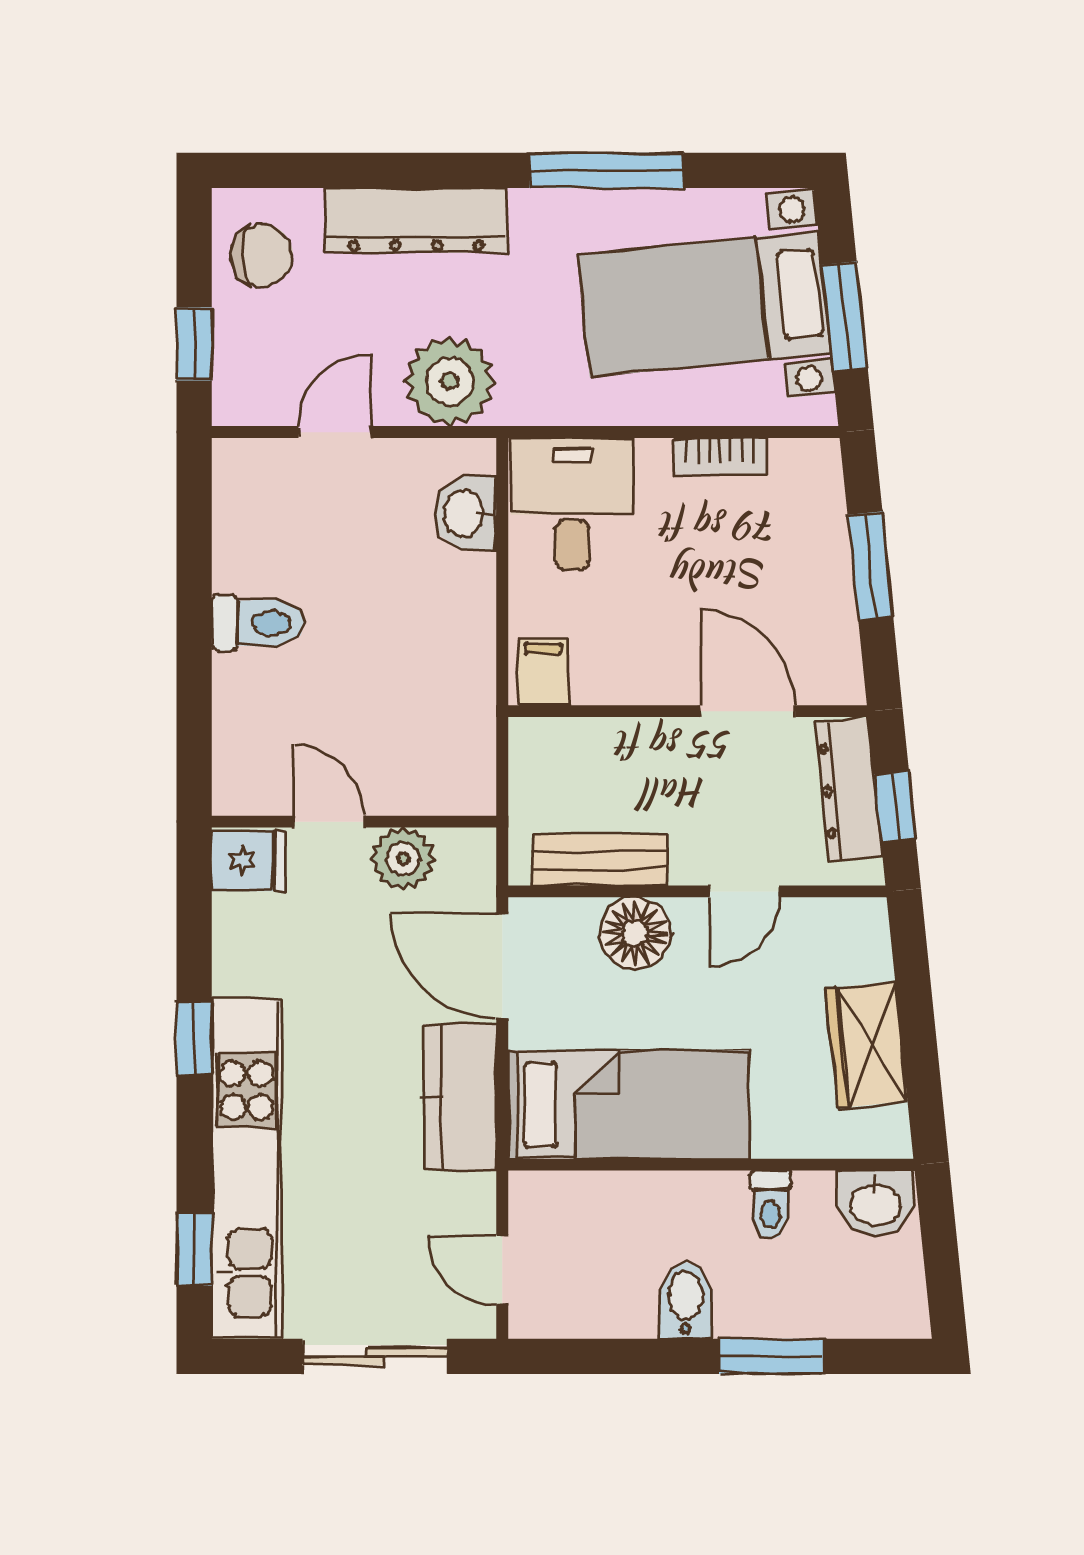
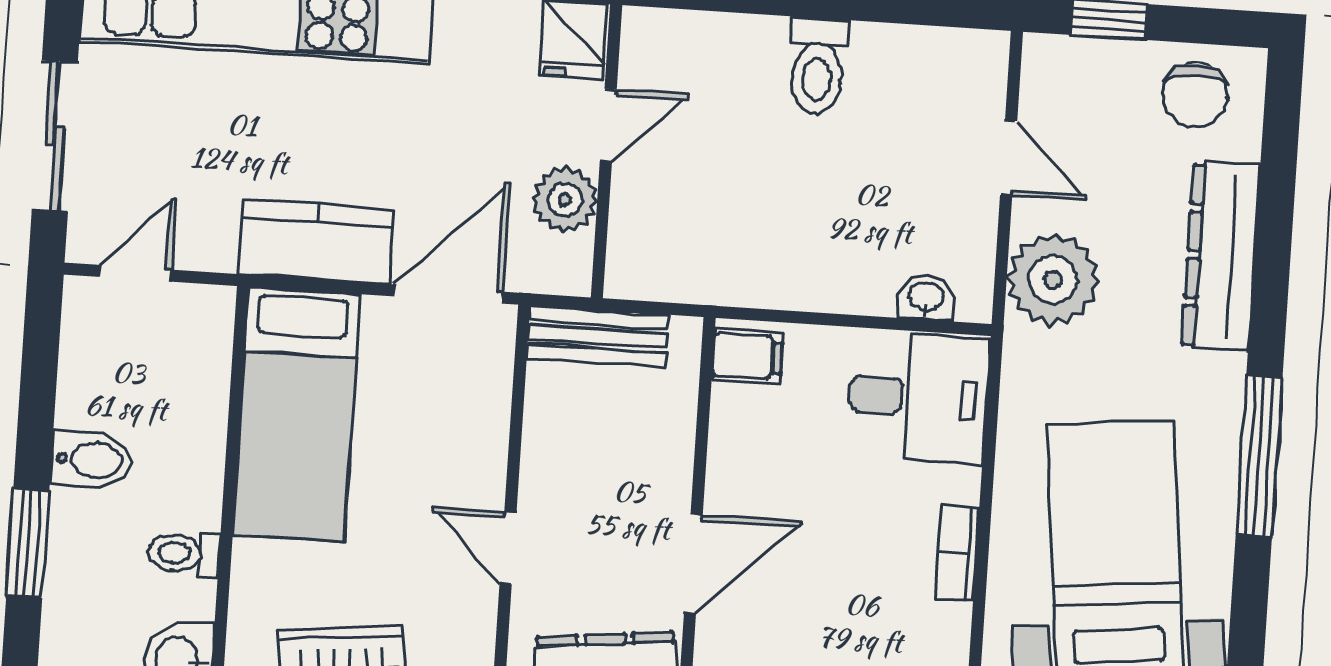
washbasin: (465, 513) -> (926, 297), width x0.72, depth x0.69
bench: (600, 860) -> (598, 336), moved, turned 90
floor lamp: (635, 933) -> (472, 433), removed

